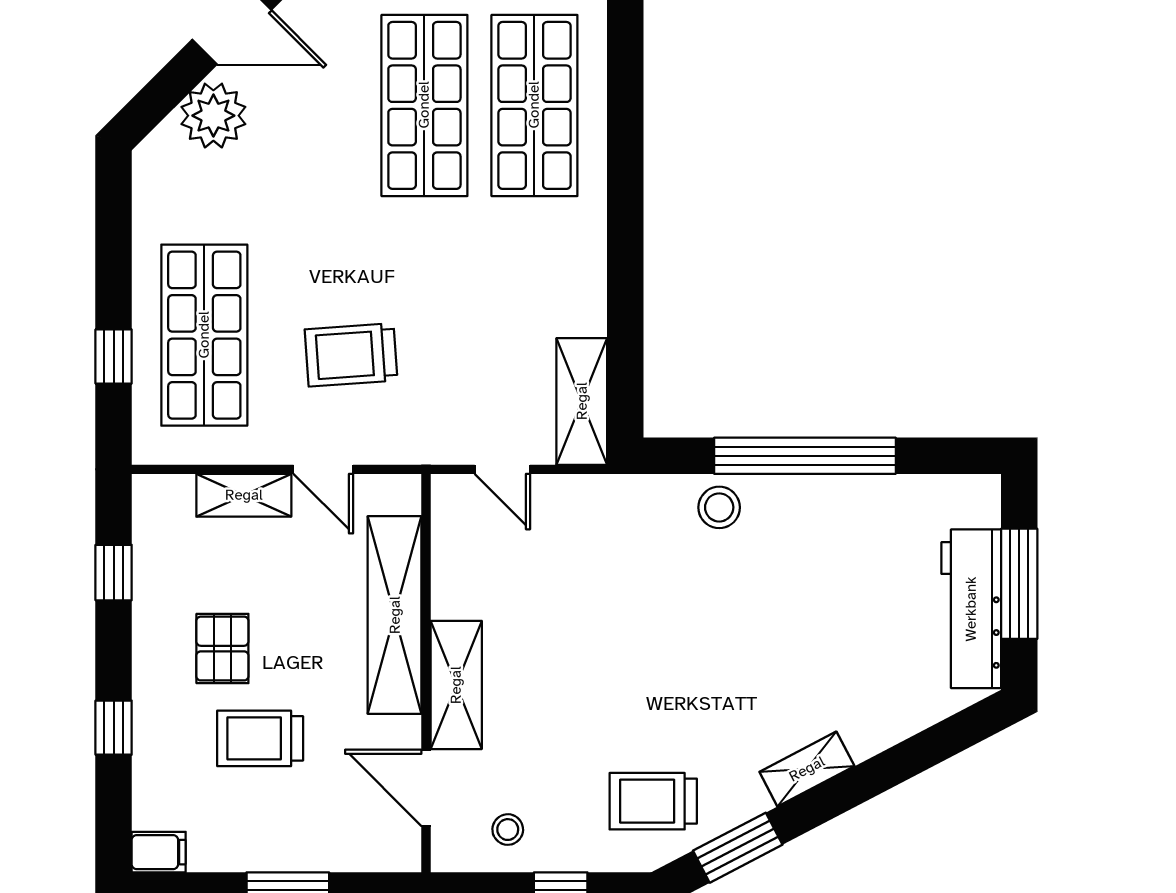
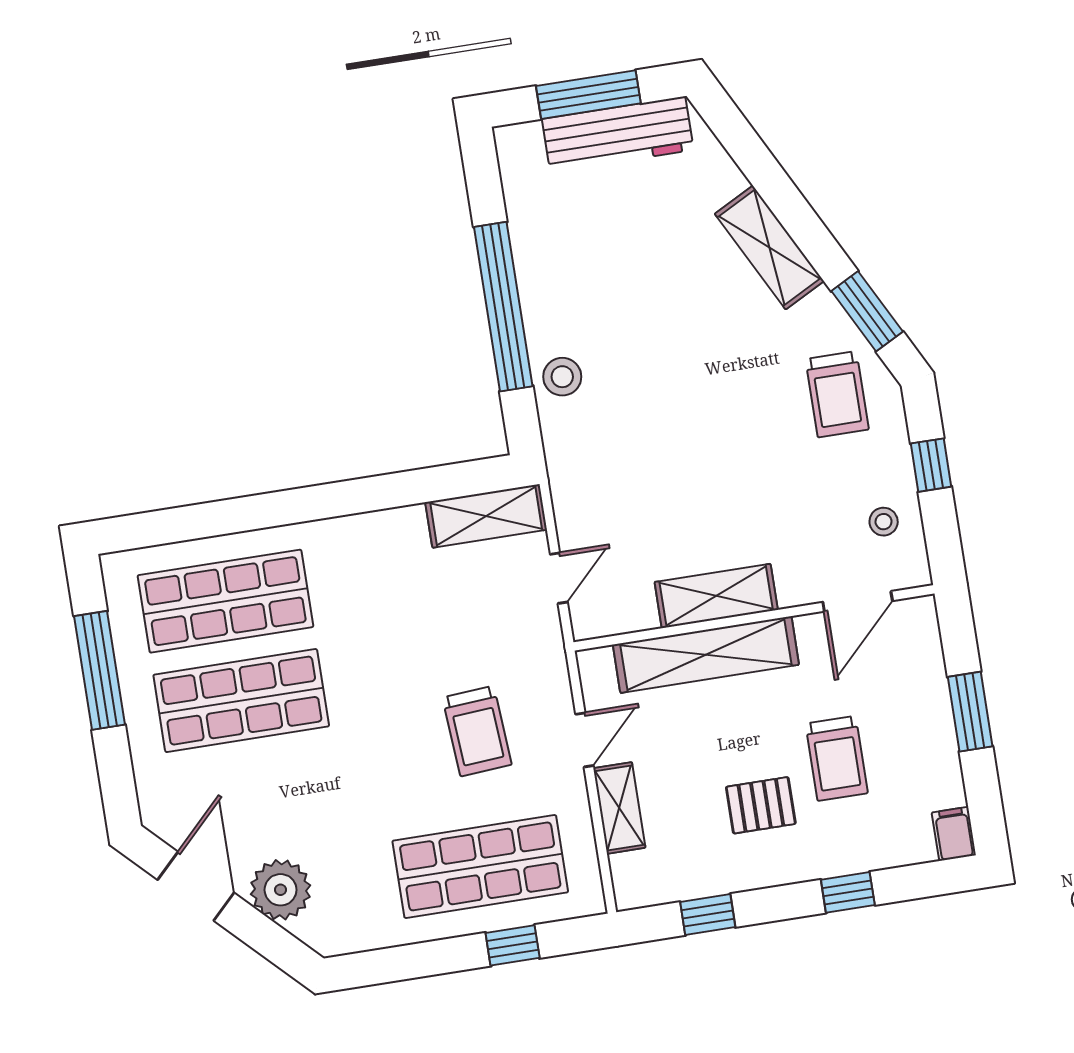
shelving: (456, 685) -> (716, 596), moved
shelving: (807, 769) -> (769, 247), width x1.50, depth x1.33

